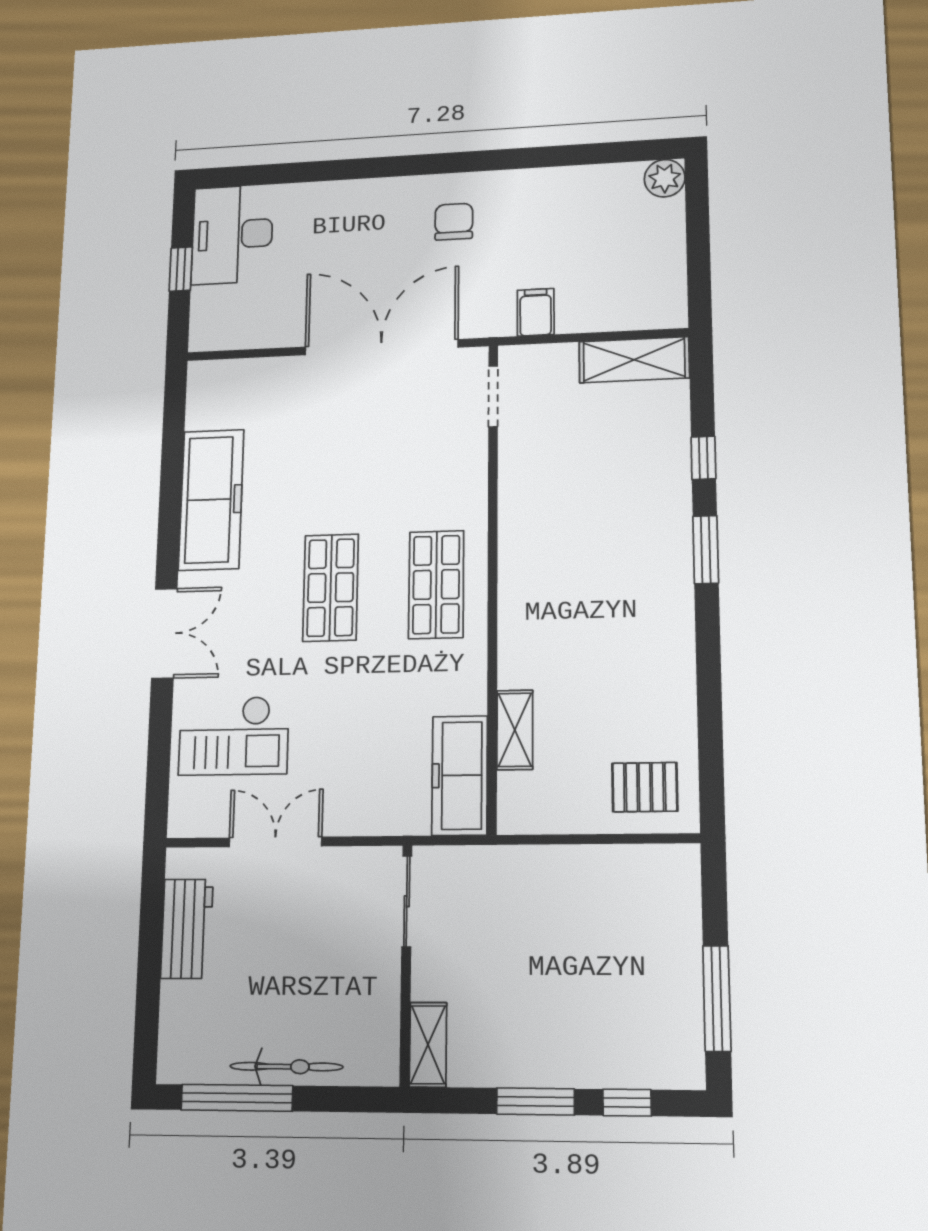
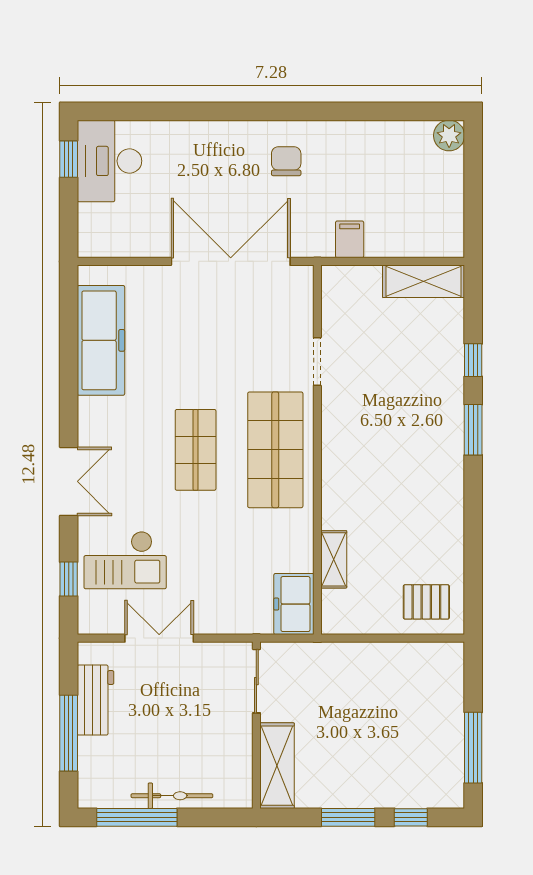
window: (181, 269) -> (69, 159), moved
doorway: (493, 396) -> (317, 362), moved
freezer: (211, 500) -> (101, 340), moved
shop shelf: (436, 584) -> (275, 450), width x1.43, depth x1.36
window: (158, 763) -> (69, 579), added
freezer: (460, 775) -> (294, 604), width x0.71
window: (149, 976) -> (69, 733), added
shelving: (428, 1045) -> (277, 766), width x1.50, depth x1.33

